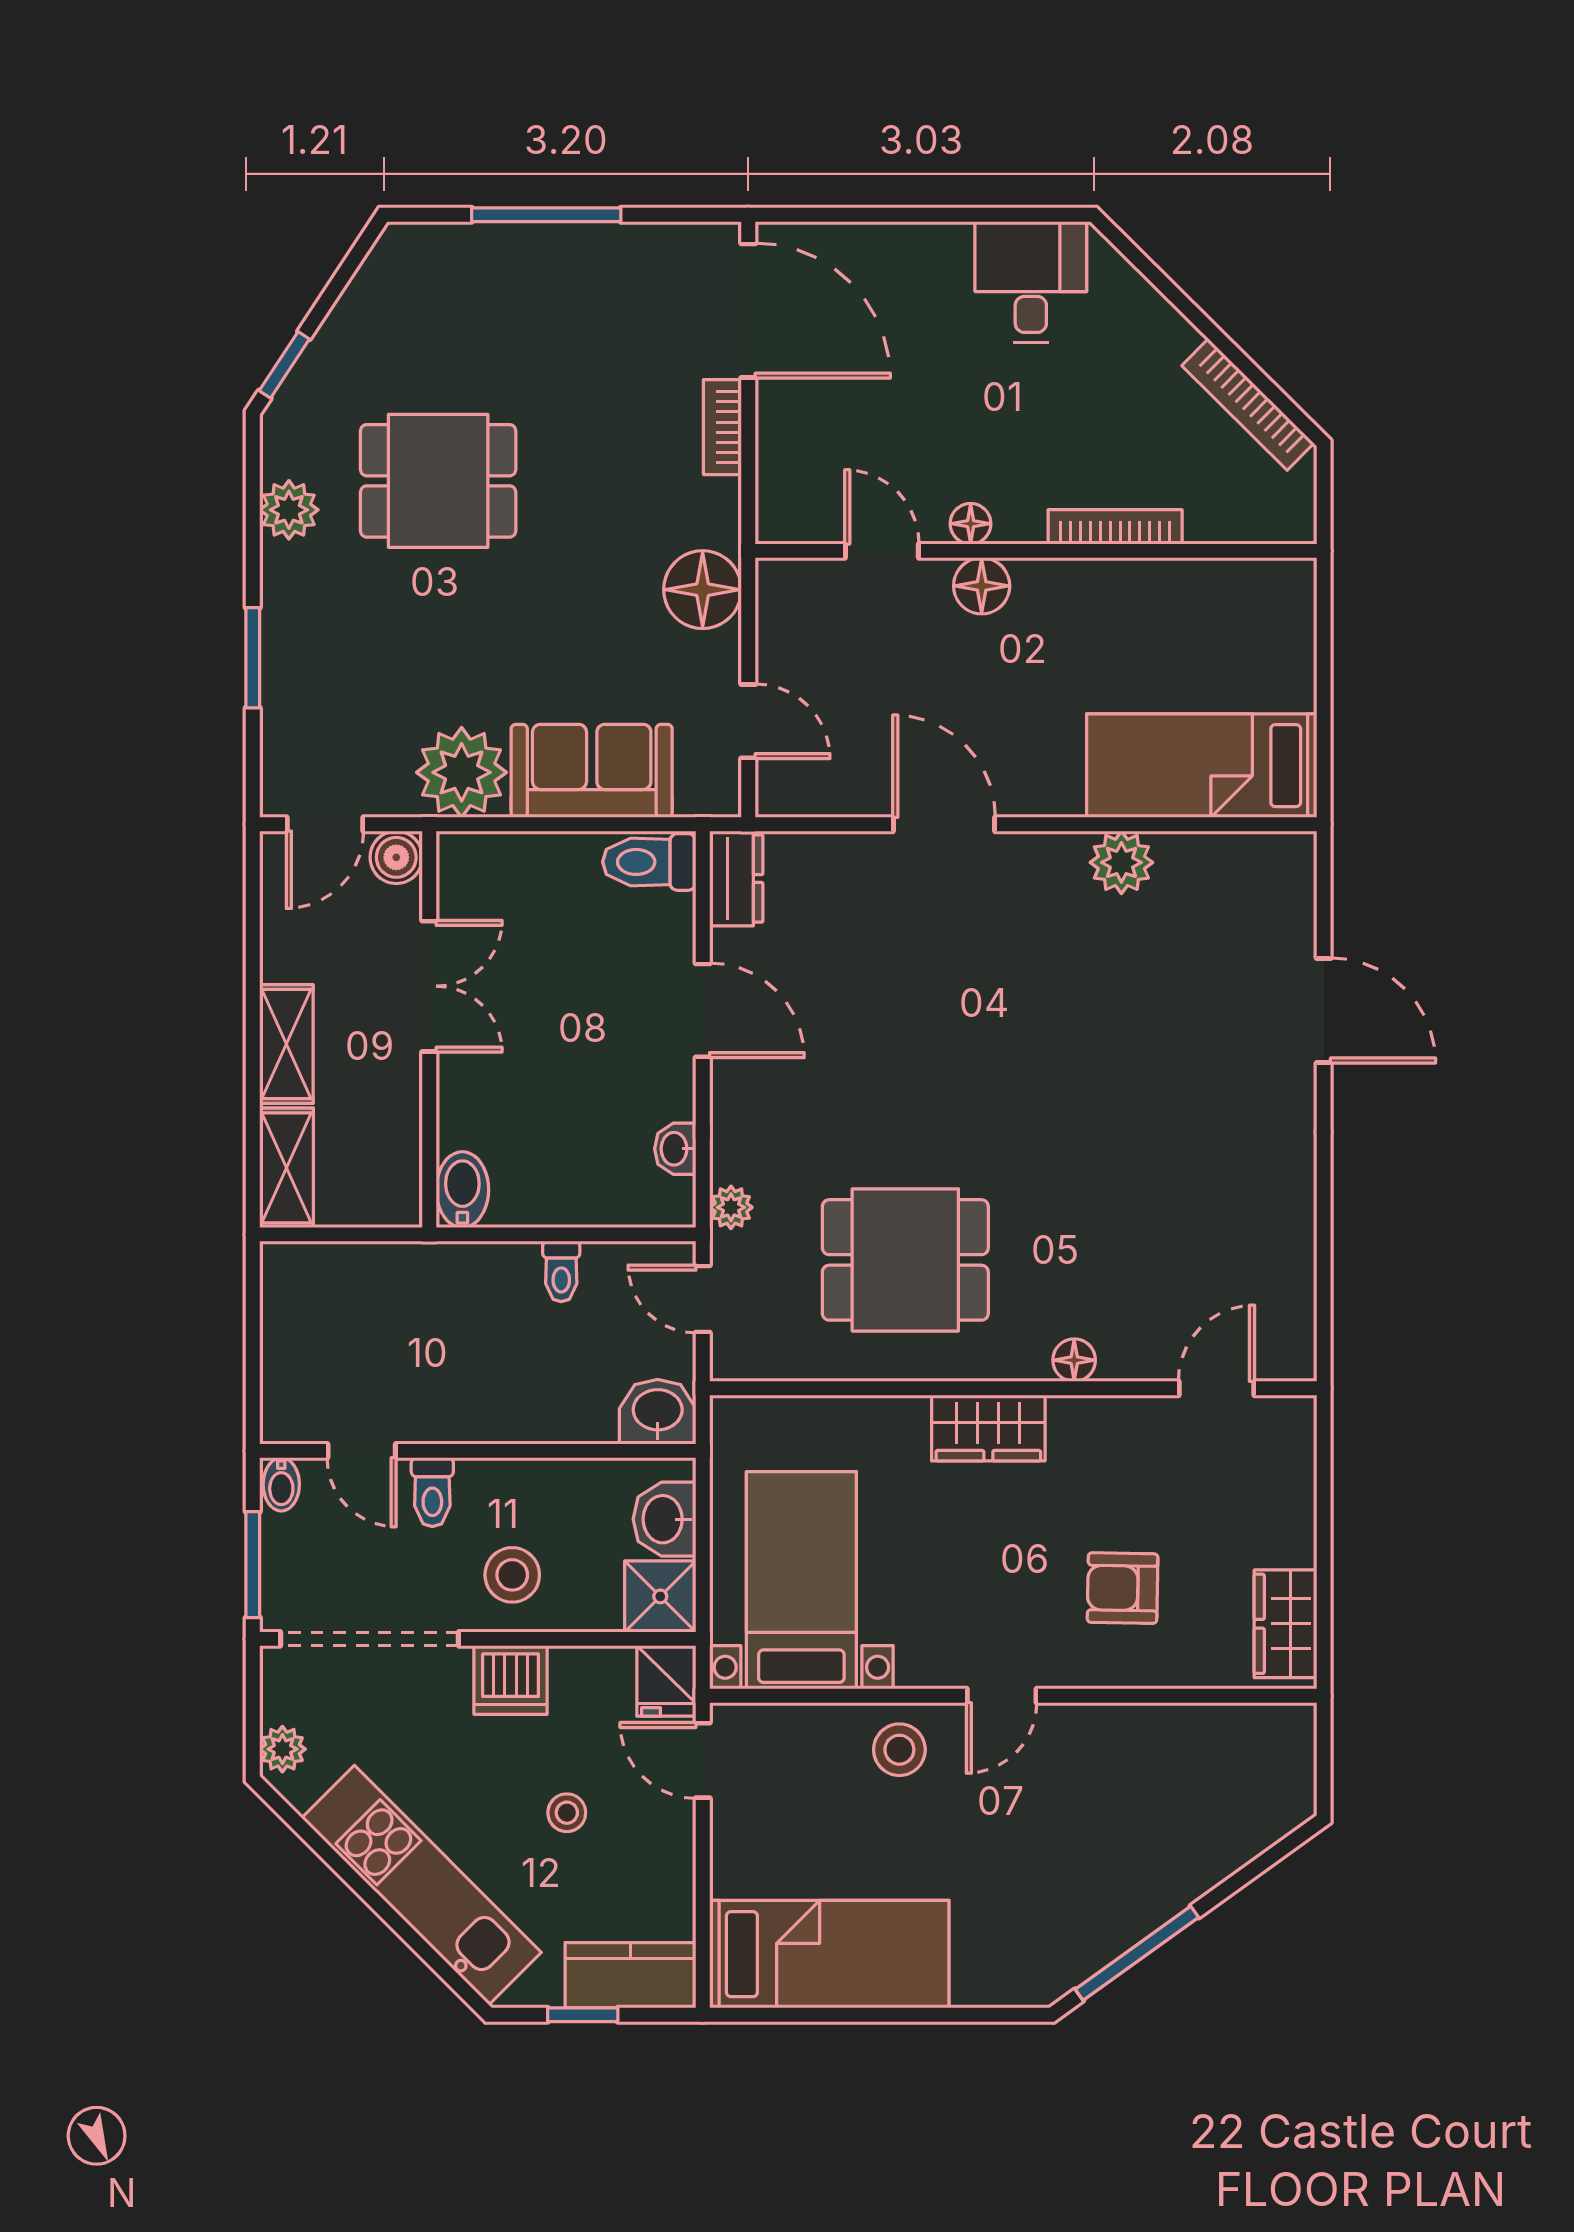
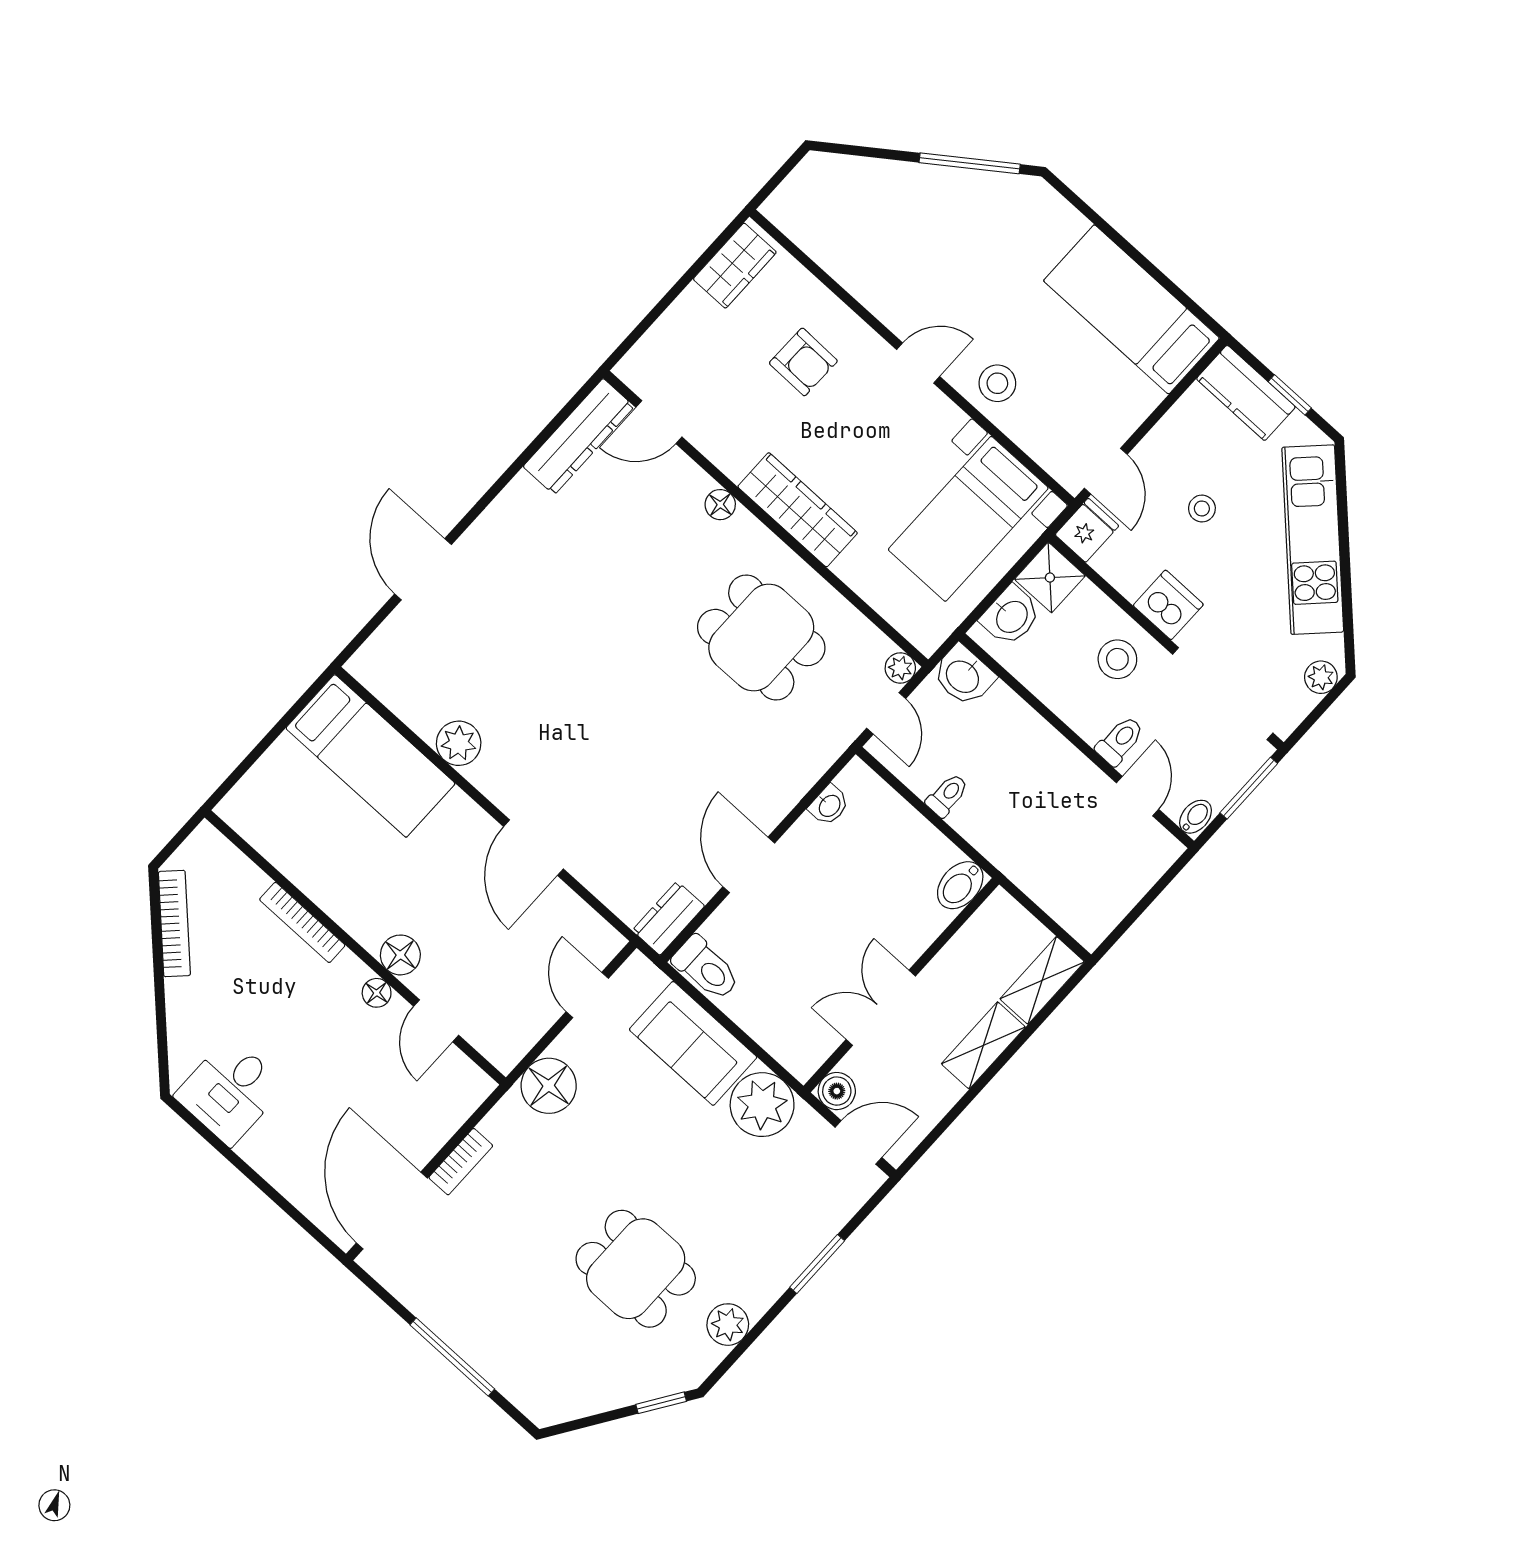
plant: (731, 1207) -> (900, 668), moved
dresser: (1287, 1297) -> (579, 437), added
wardrobe: (988, 1428) -> (798, 510), width x1.50

